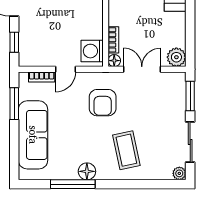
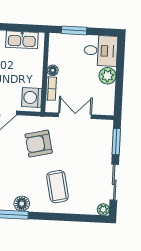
plant: (176, 57) -> (107, 76), moved
floor lamp: (114, 61) -> (53, 70), moved
armchair: (103, 103) -> (39, 144), turned 77

